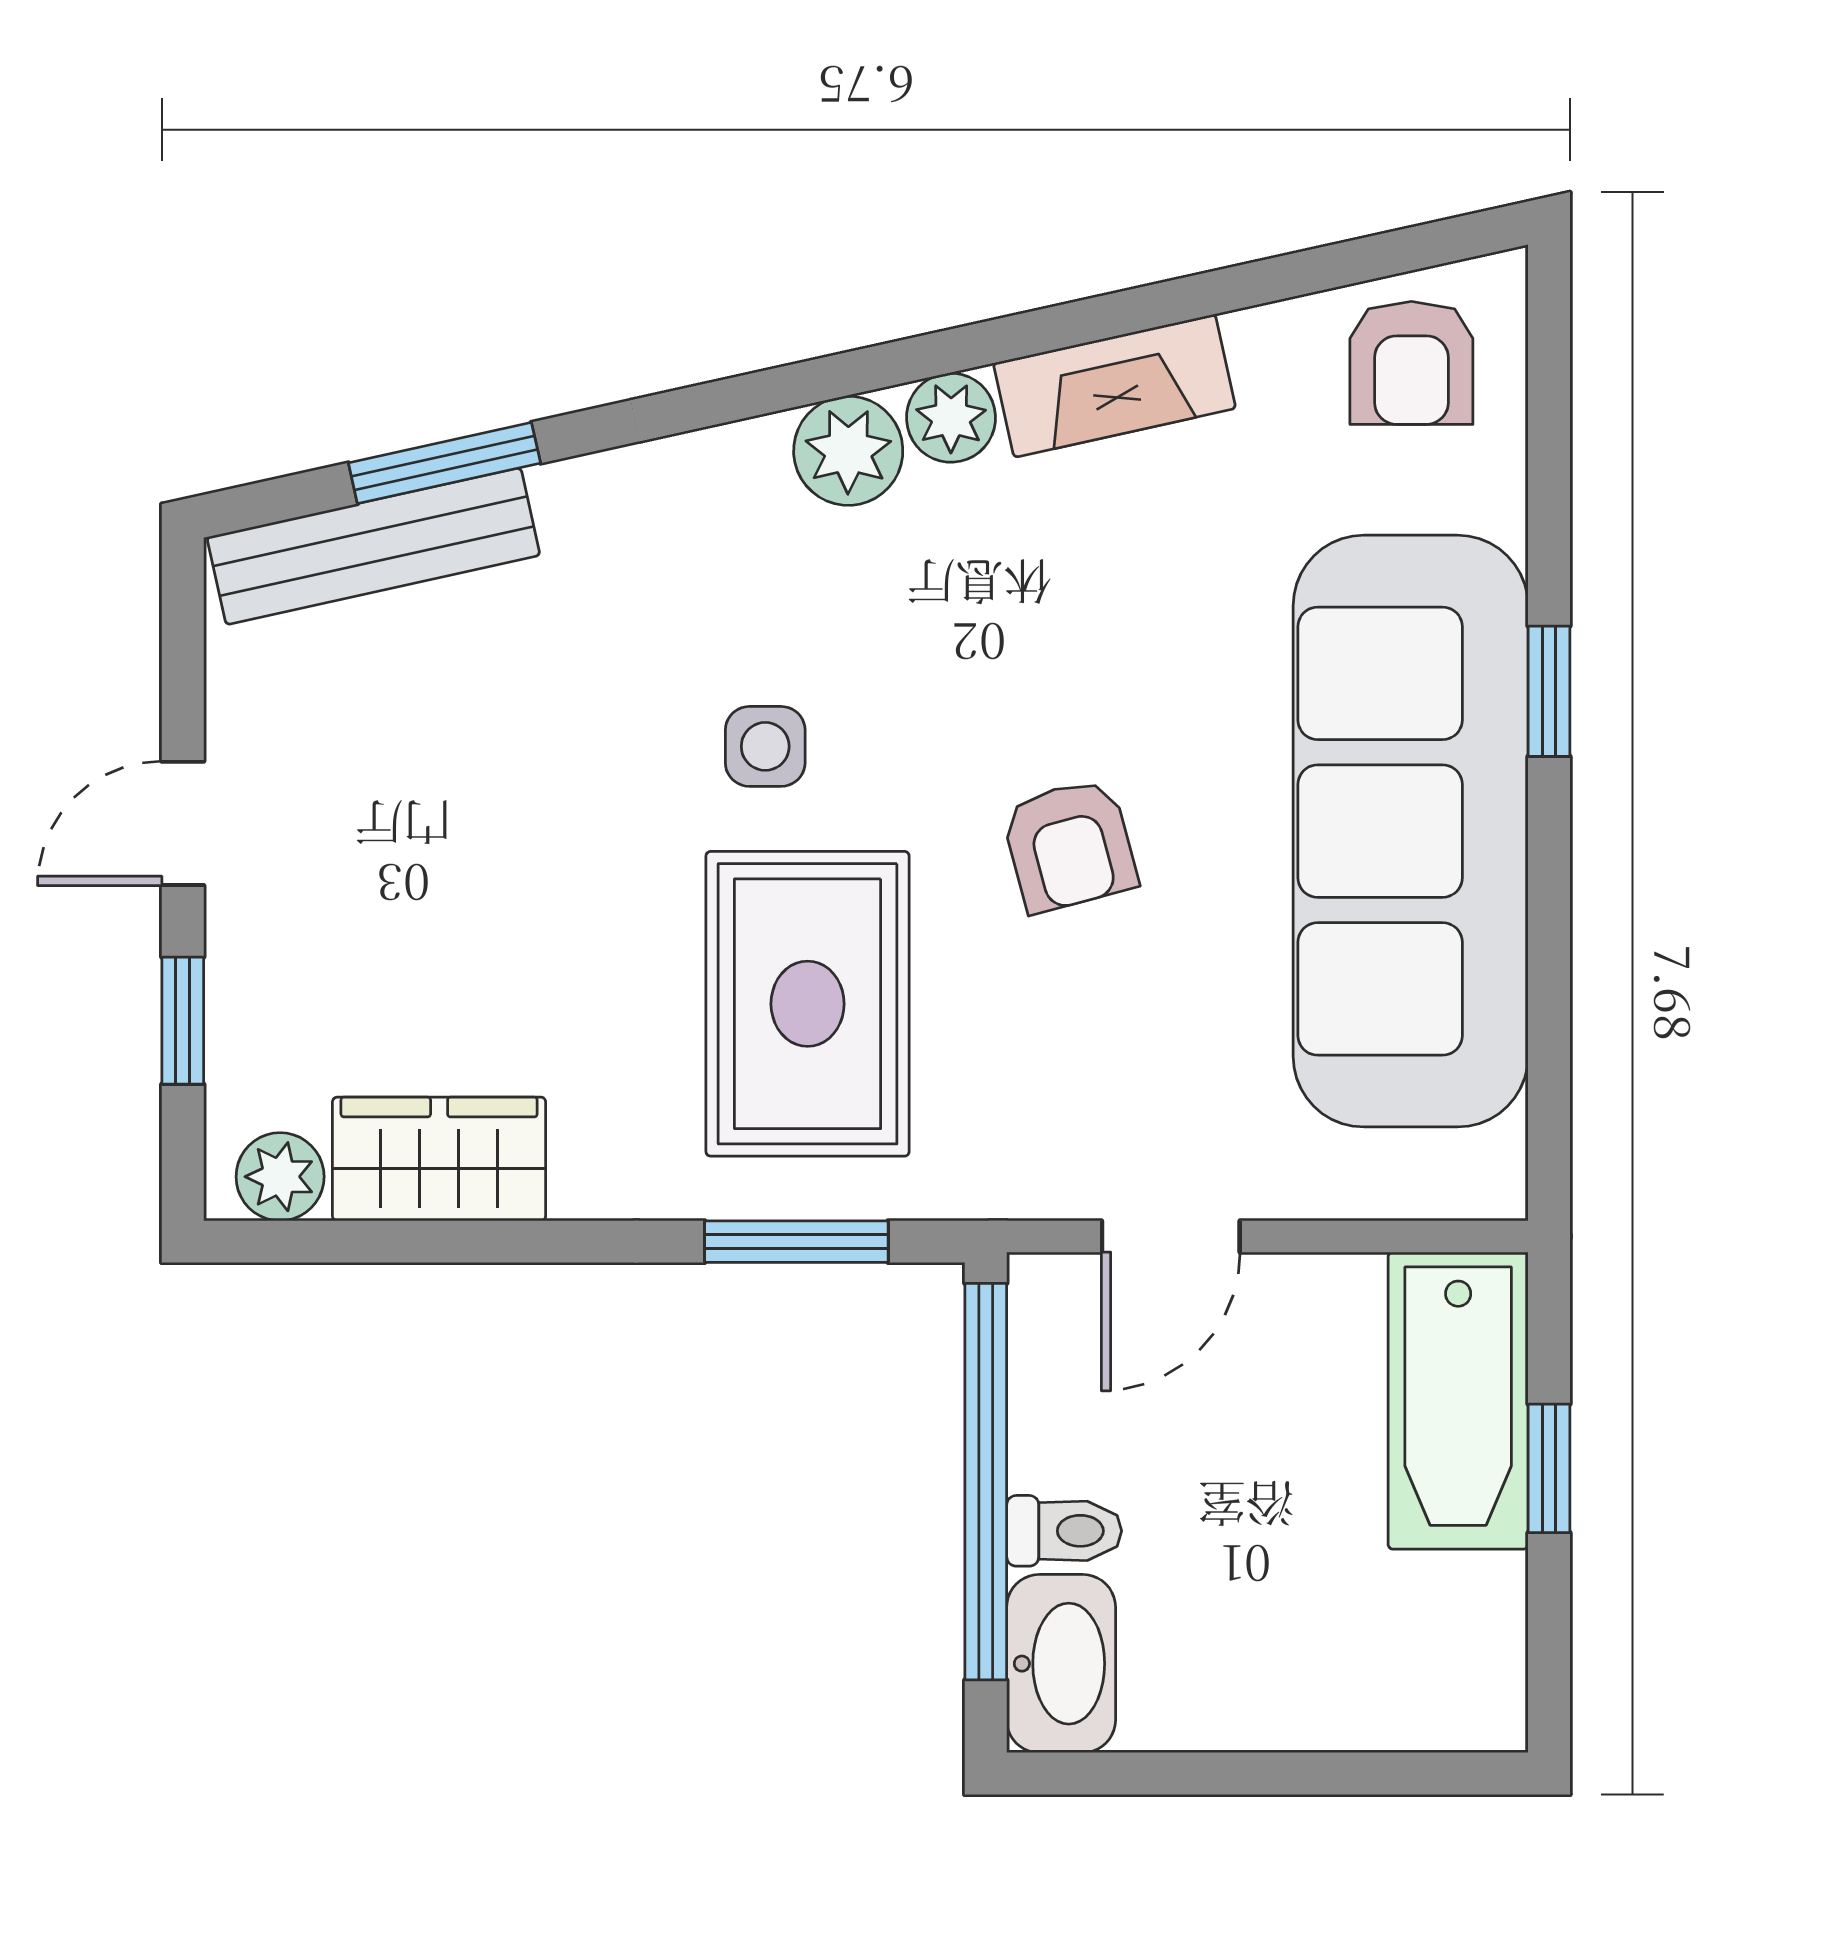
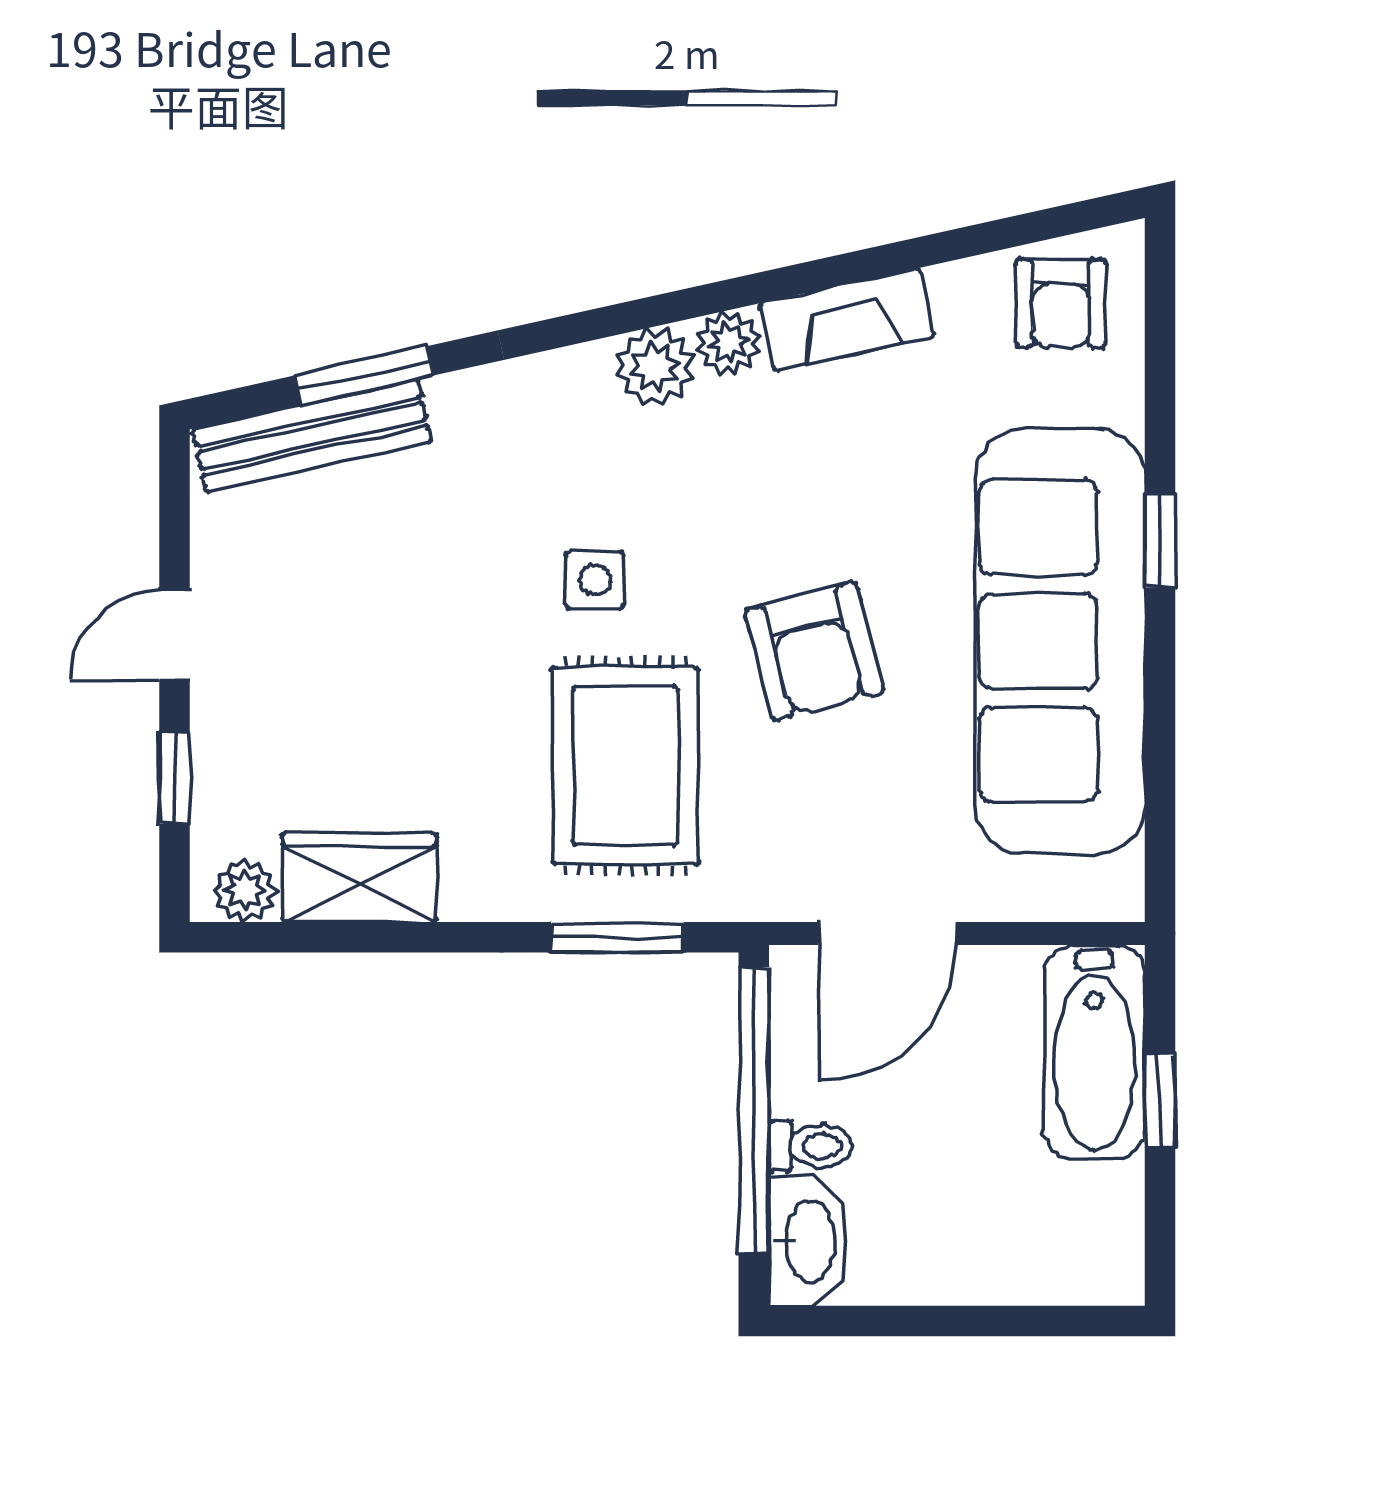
armchair: (1069, 845) -> (814, 651), width x1.38, depth x1.38
door: (1171, 1236) -> (887, 934), width x1.38

